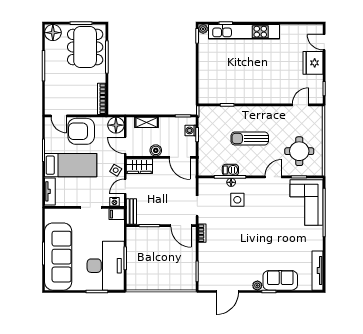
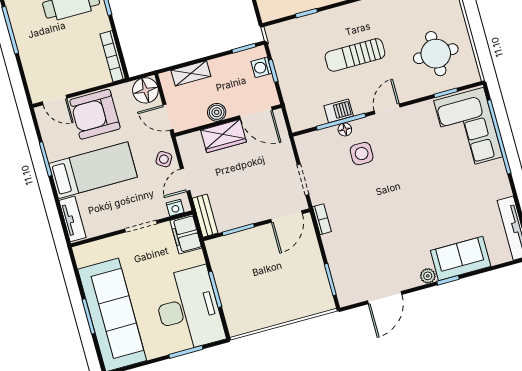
wardrobe: (139, 166) -> (223, 136), moved
door: (273, 177) -> (387, 109), moved
filing cabinet: (117, 214) -> (186, 234), width x2.00
door: (181, 226) -> (286, 216), hinge flipped

